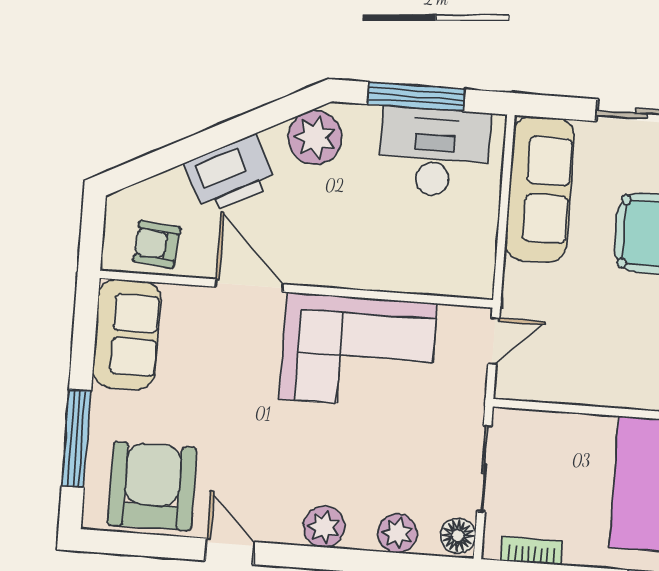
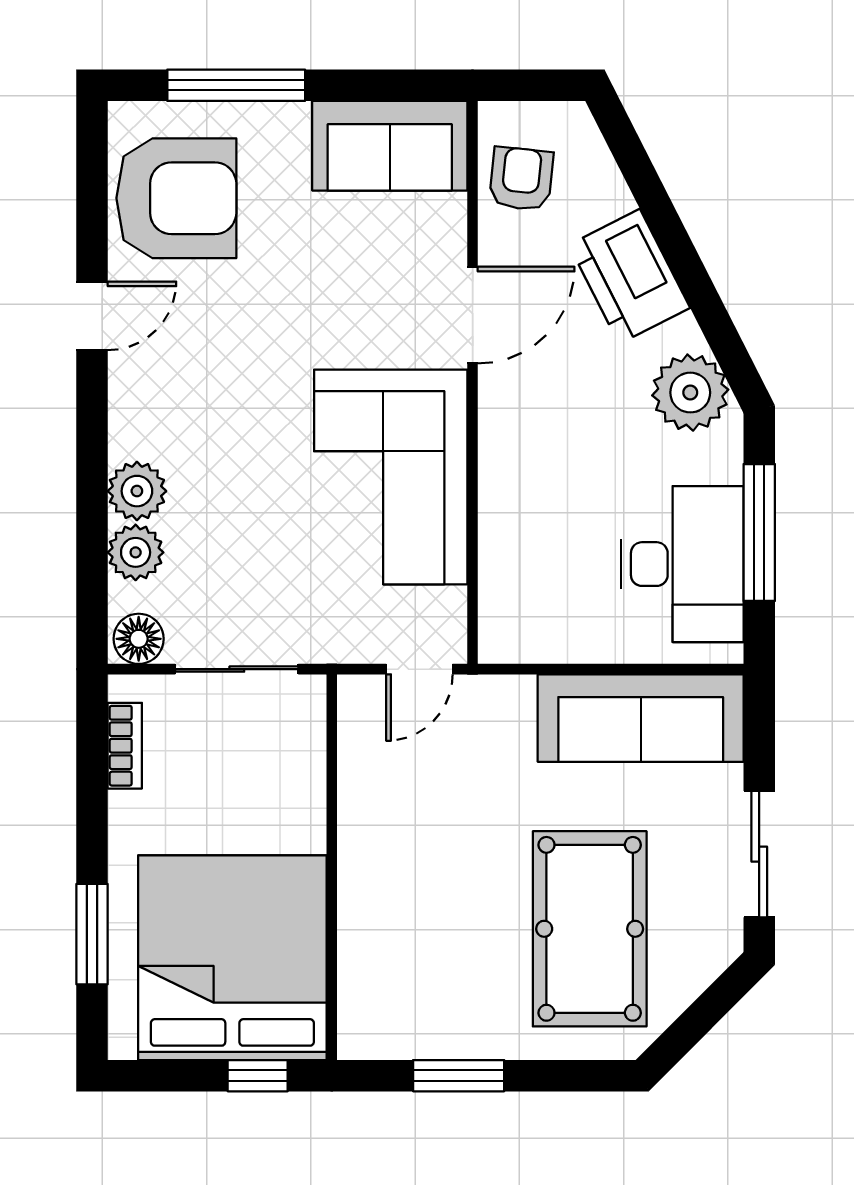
door: (494, 341) -> (419, 669), hinge flipped
plant: (324, 527) -> (137, 491), moved

